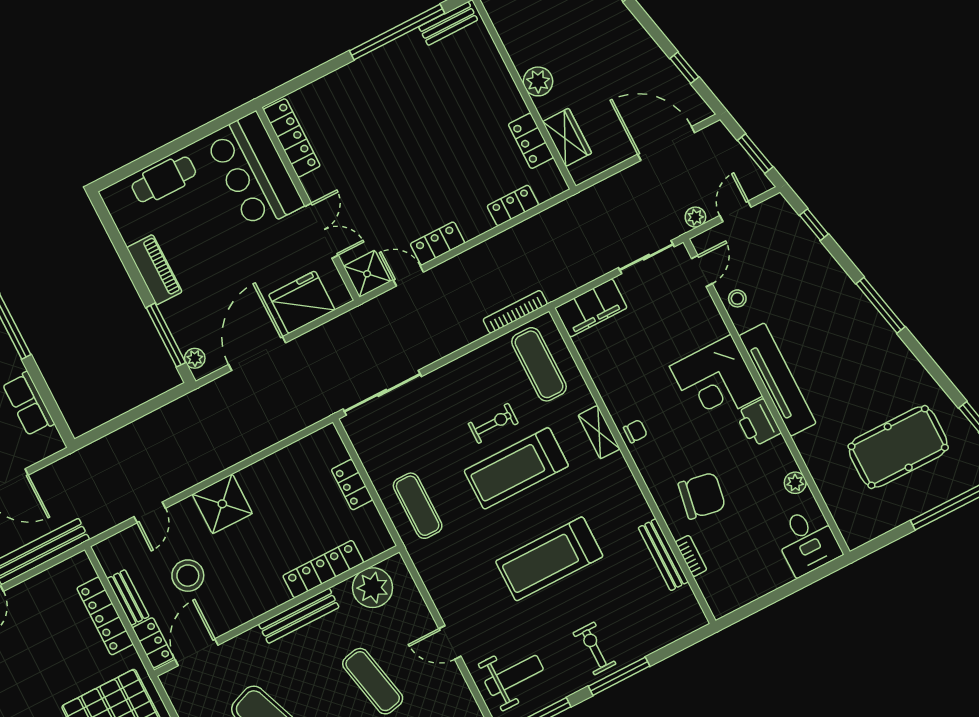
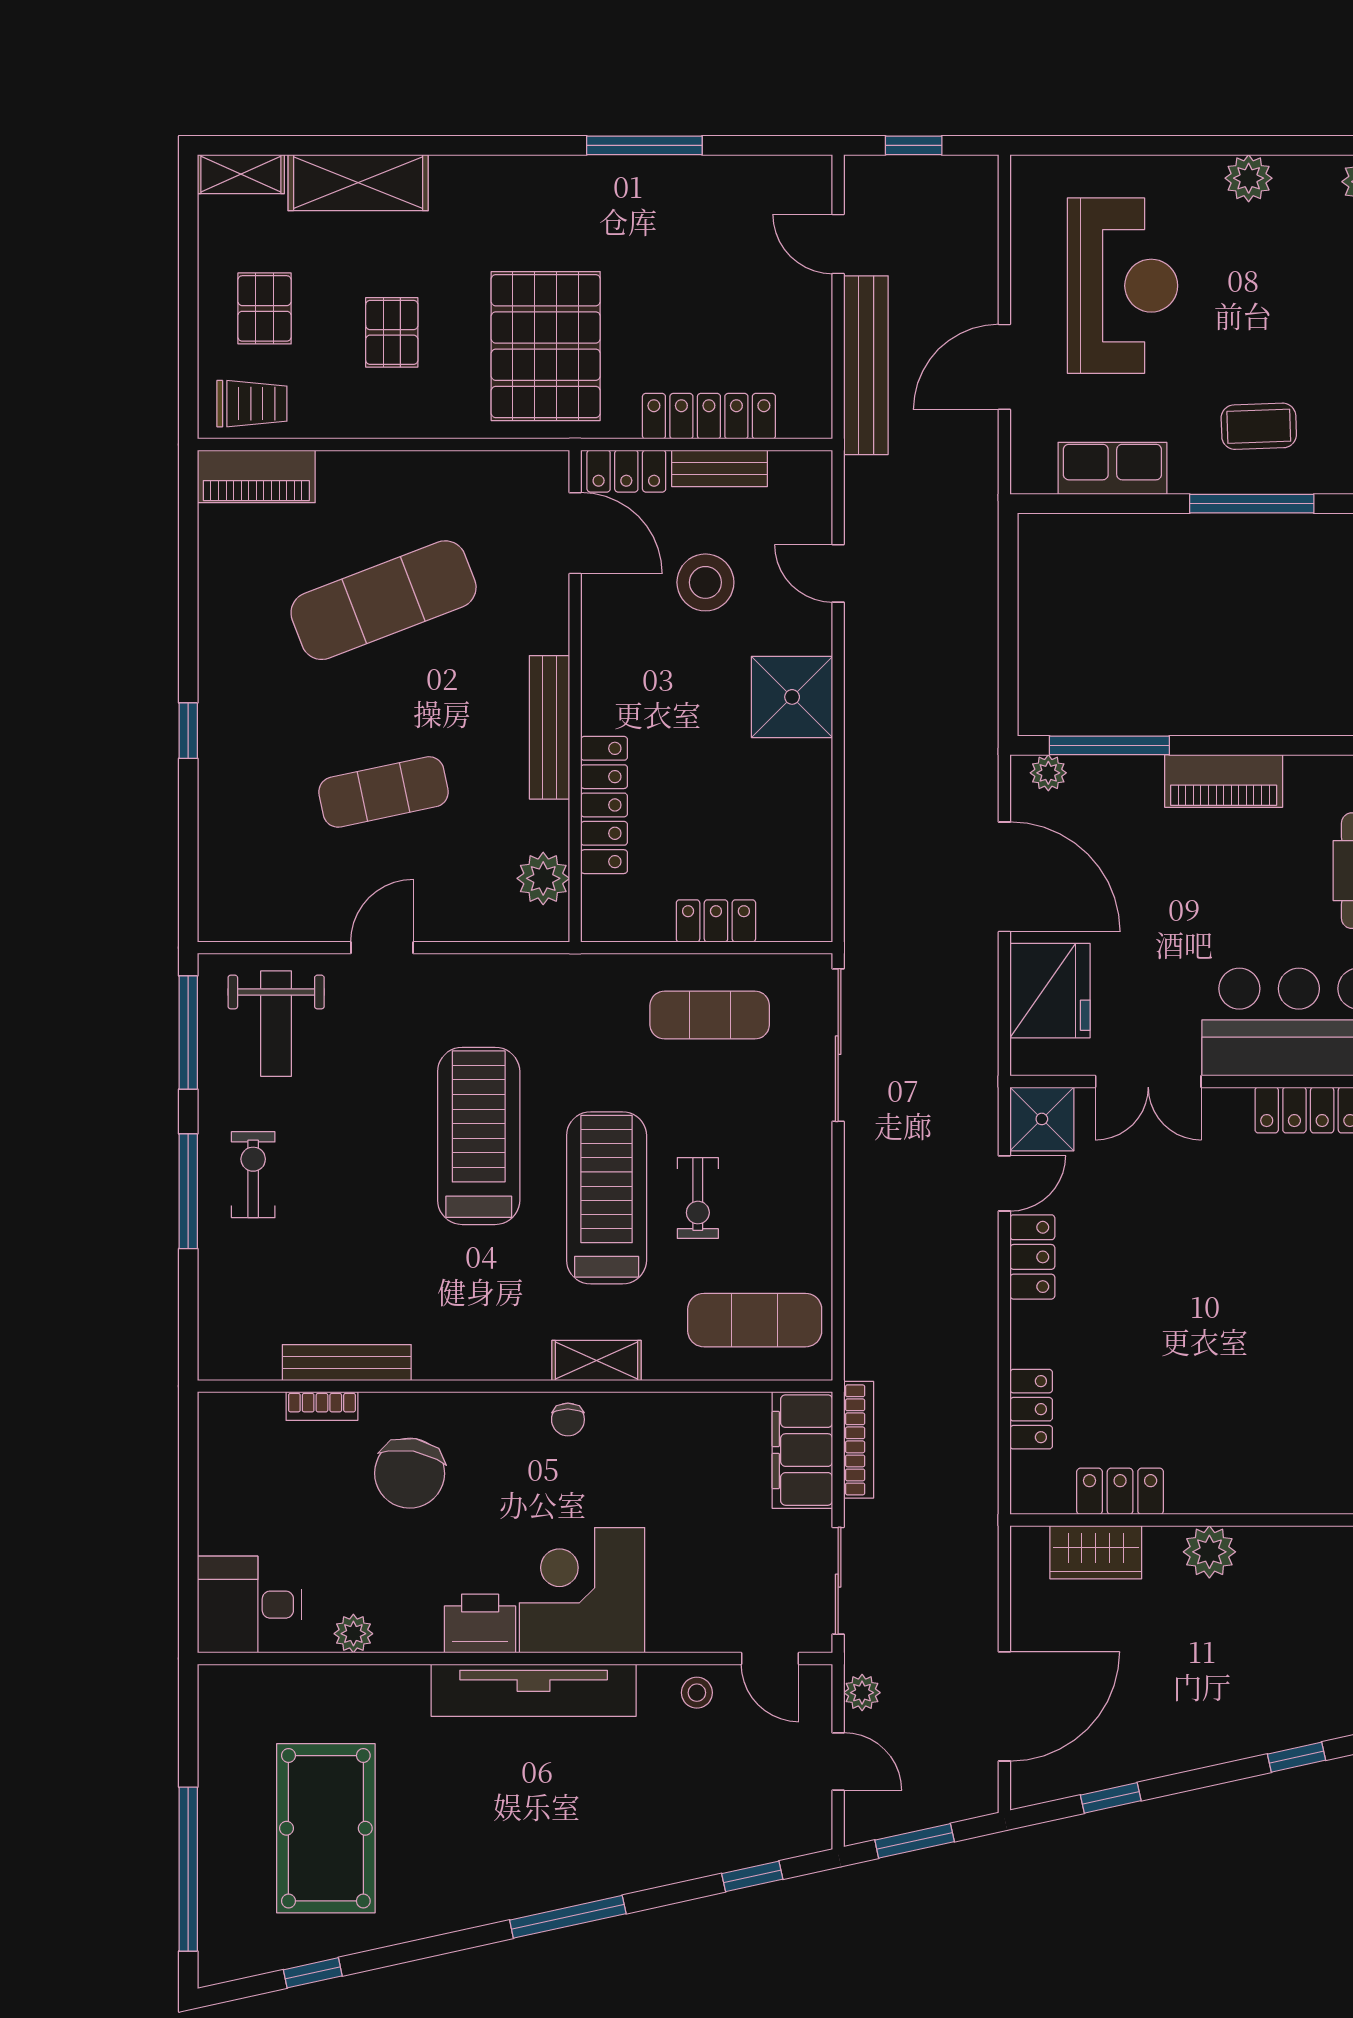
bookcase: (515, 312) -> (859, 1440), moved
exercise mat: (418, 506) -> (710, 1015), moved
treadmill: (549, 559) -> (479, 1136), moved
plant: (373, 588) -> (543, 878), width x0.73, depth x0.73
exercise bike: (594, 648) -> (253, 1175), turned -90

